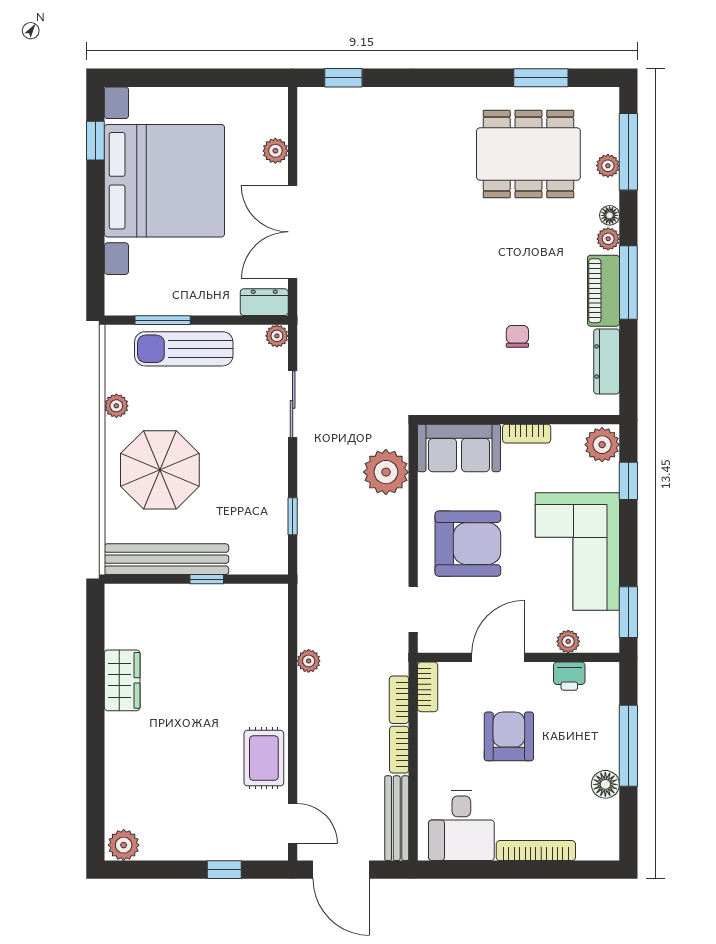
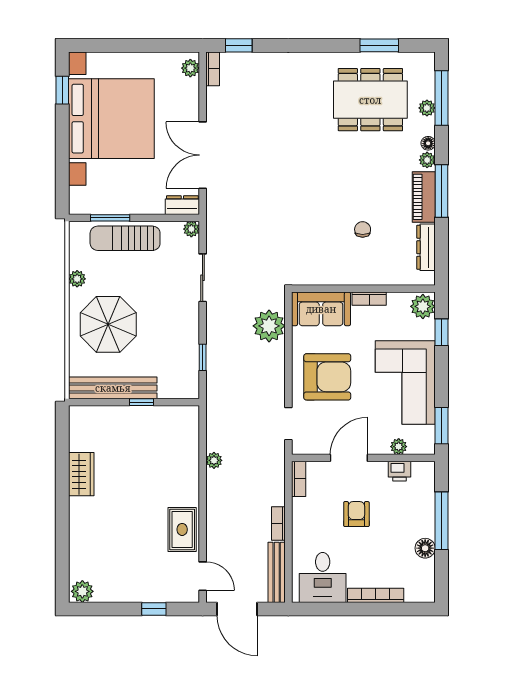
plant: (275, 151) -> (190, 68), moved
bookcase: (399, 700) -> (213, 69), moved, turned 180
armchair: (509, 736) -> (356, 514), width x0.72, depth x0.72

